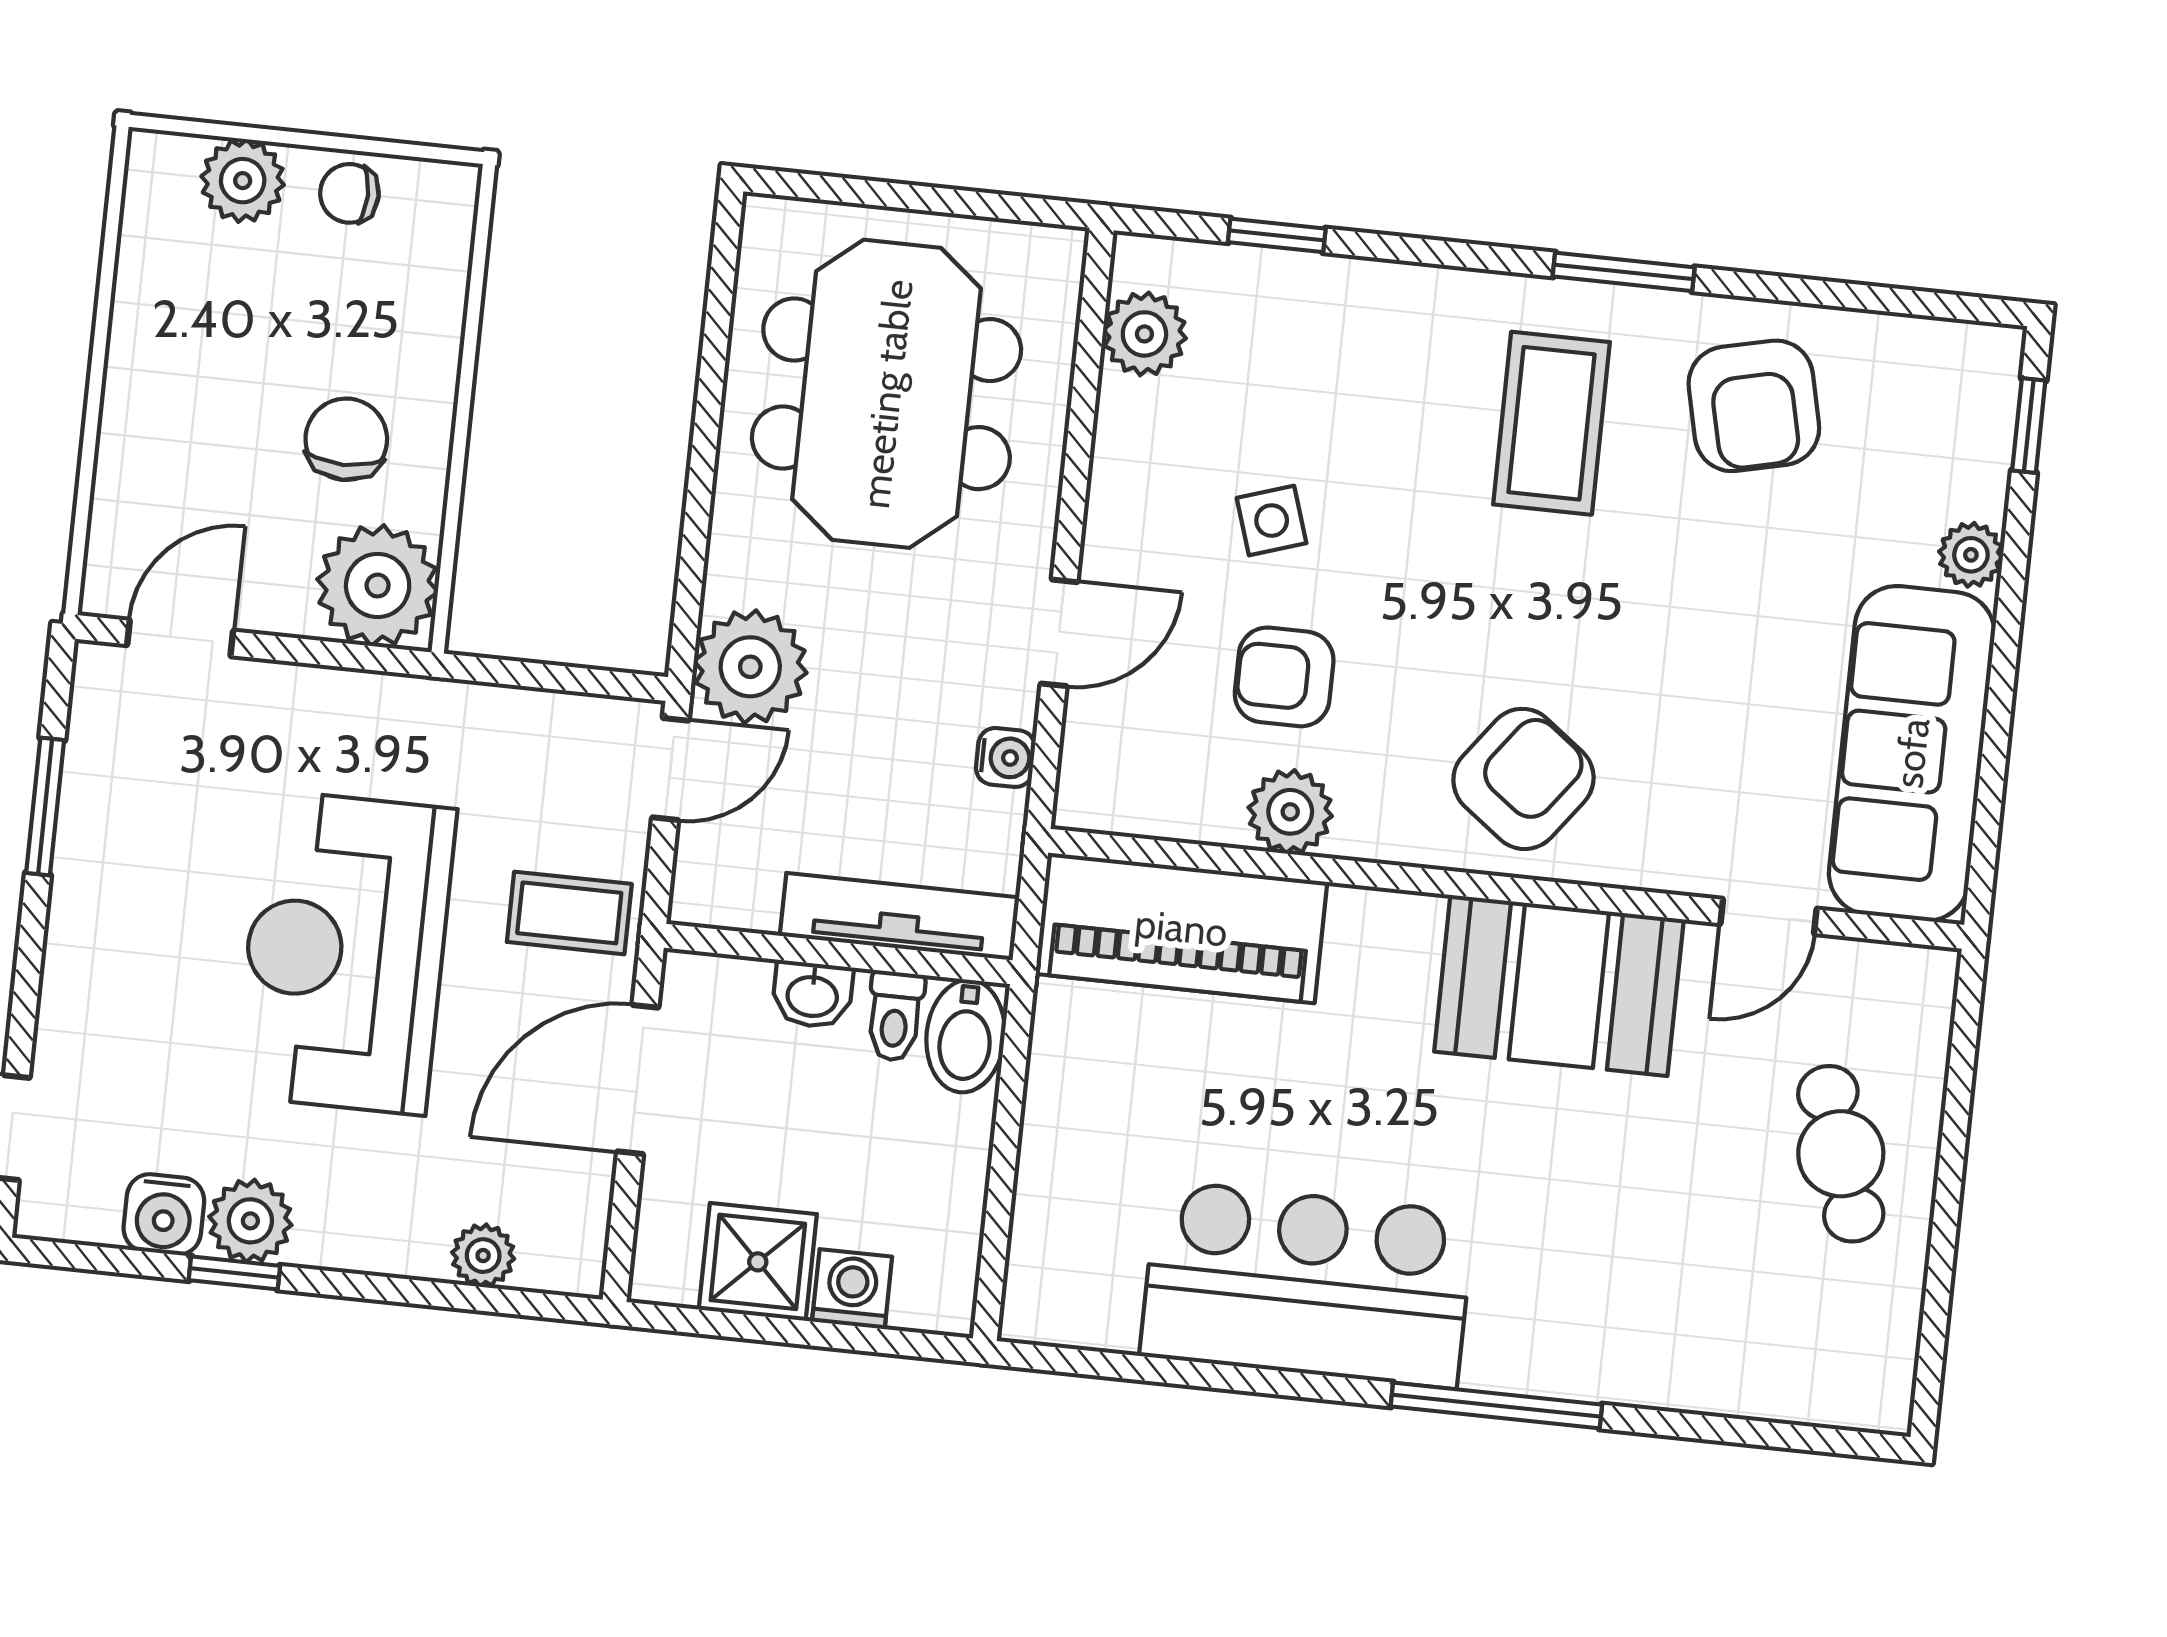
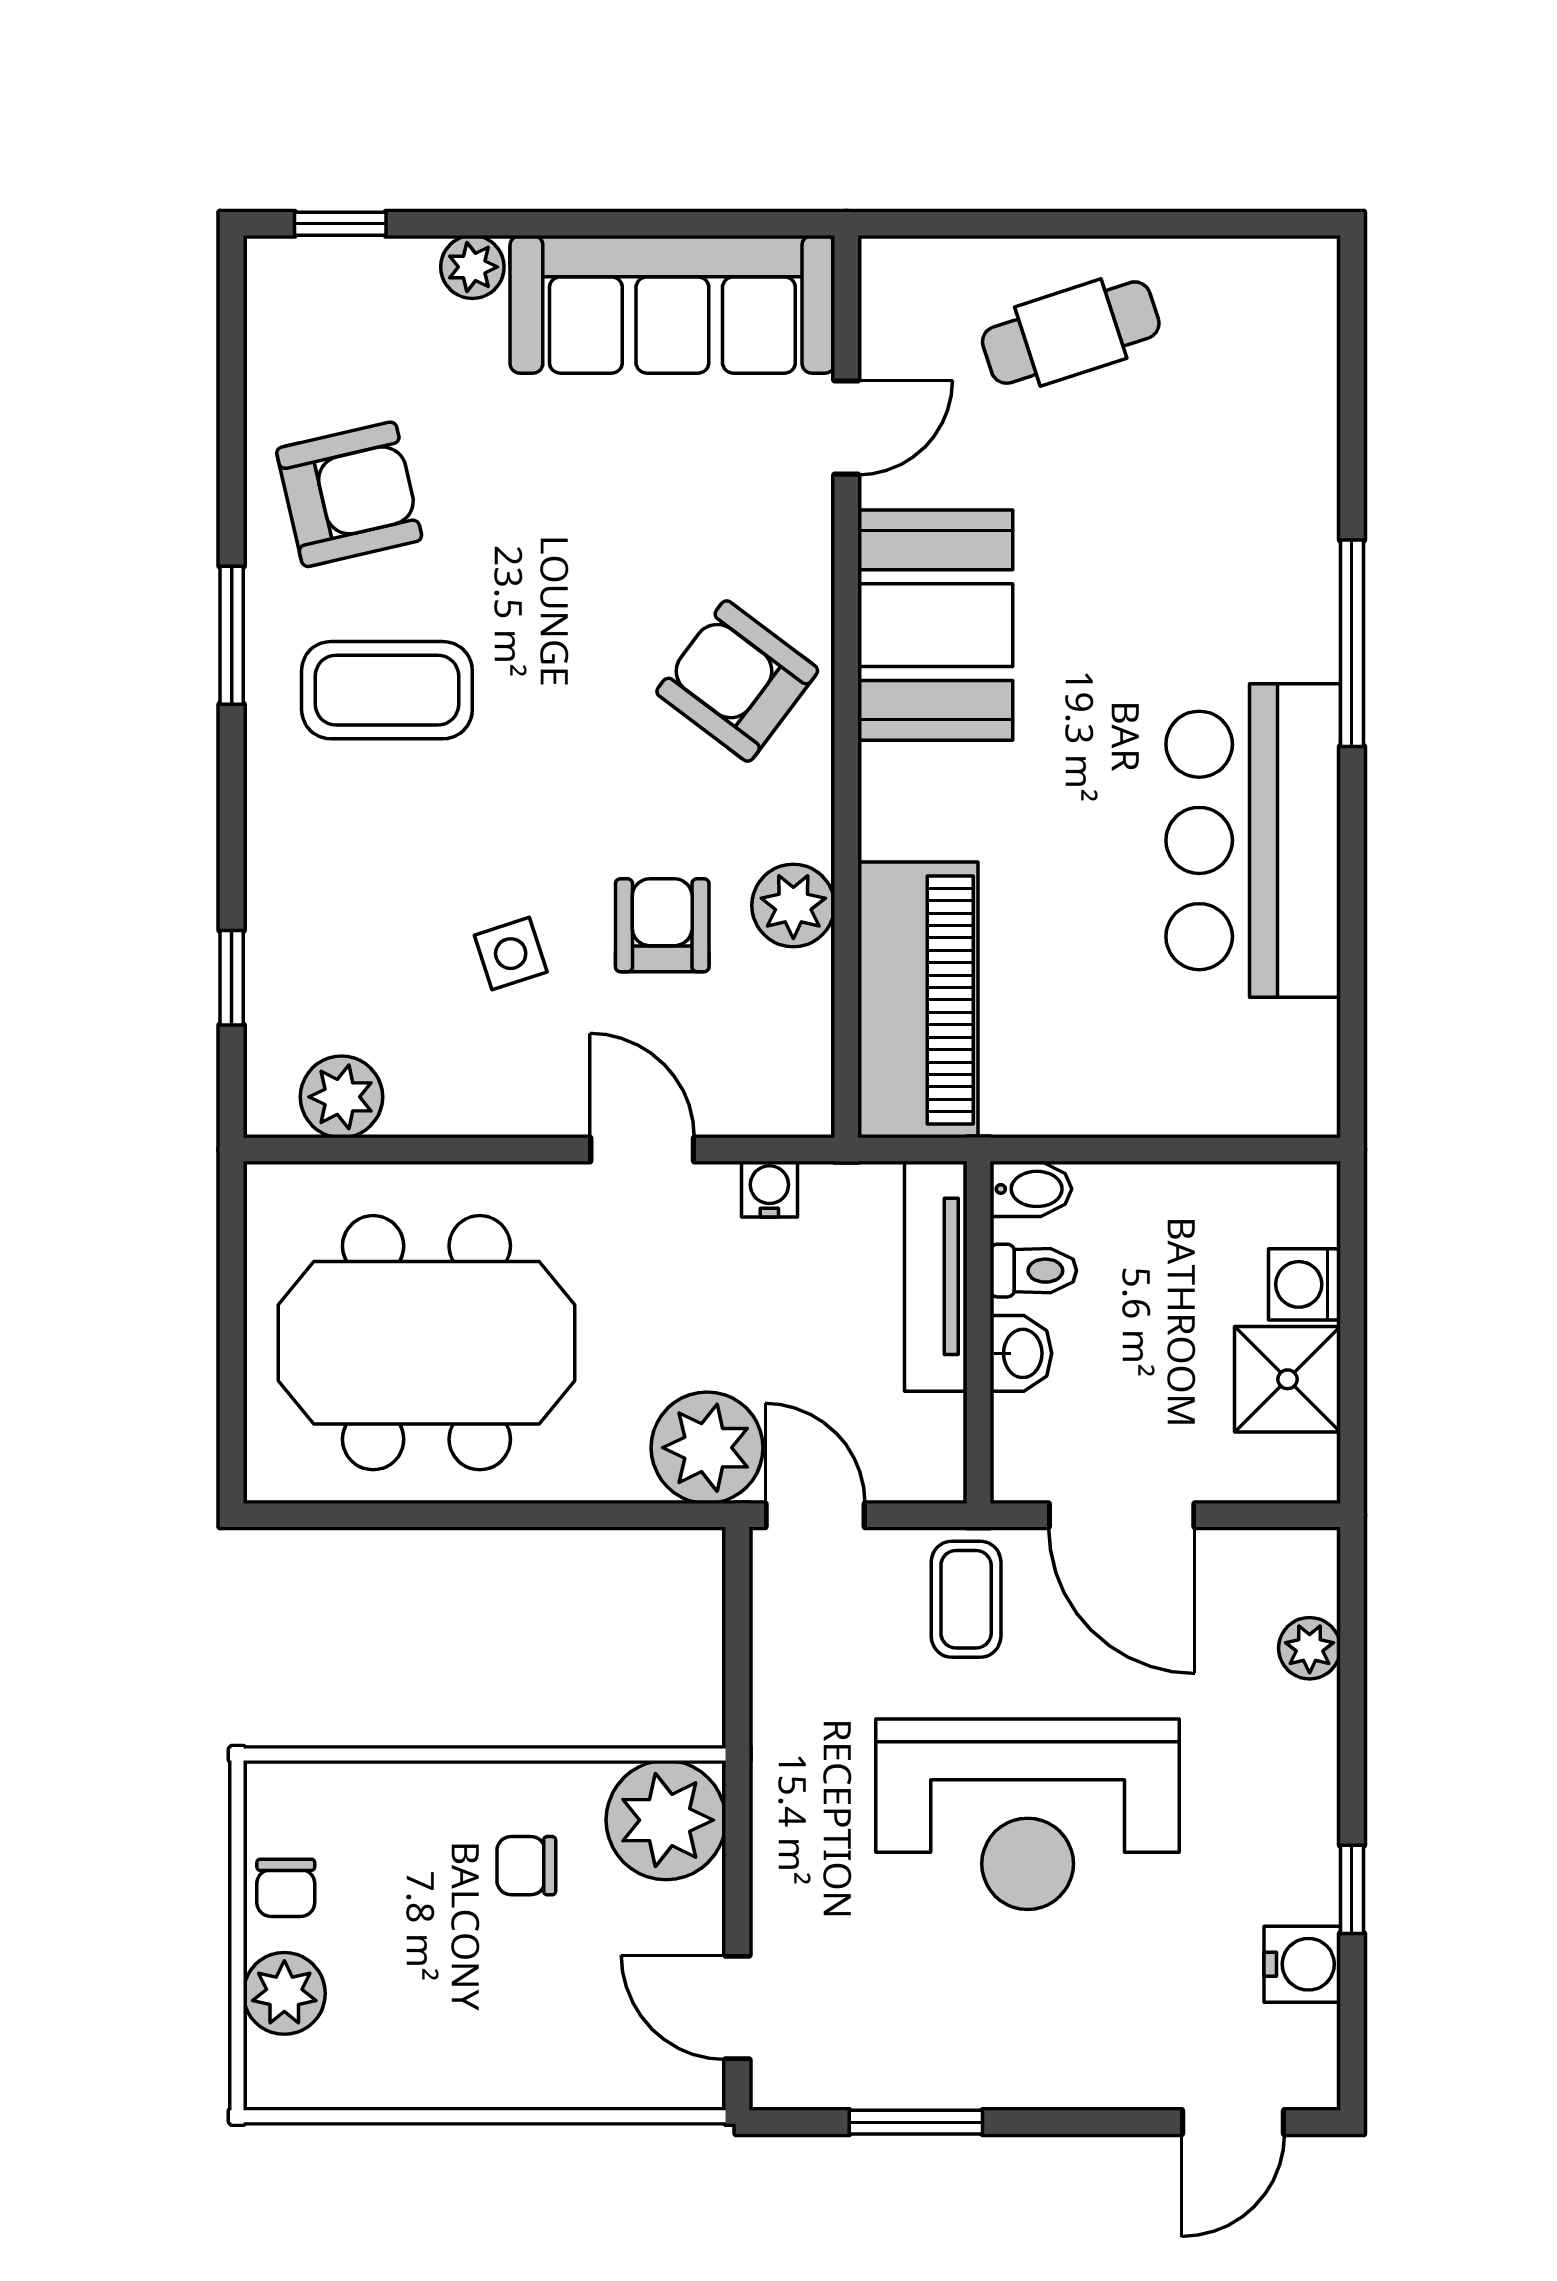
chair: (346, 439) -> (526, 1866), width x0.73, depth x0.73
armchair: (1284, 677) -> (662, 925), turned 180
door: (1769, 916) -> (846, 428), hinge flipped
bidet: (966, 1036) -> (1031, 1189), width x0.72, depth x0.74
plant: (250, 1221) -> (1300, 1879), removed

